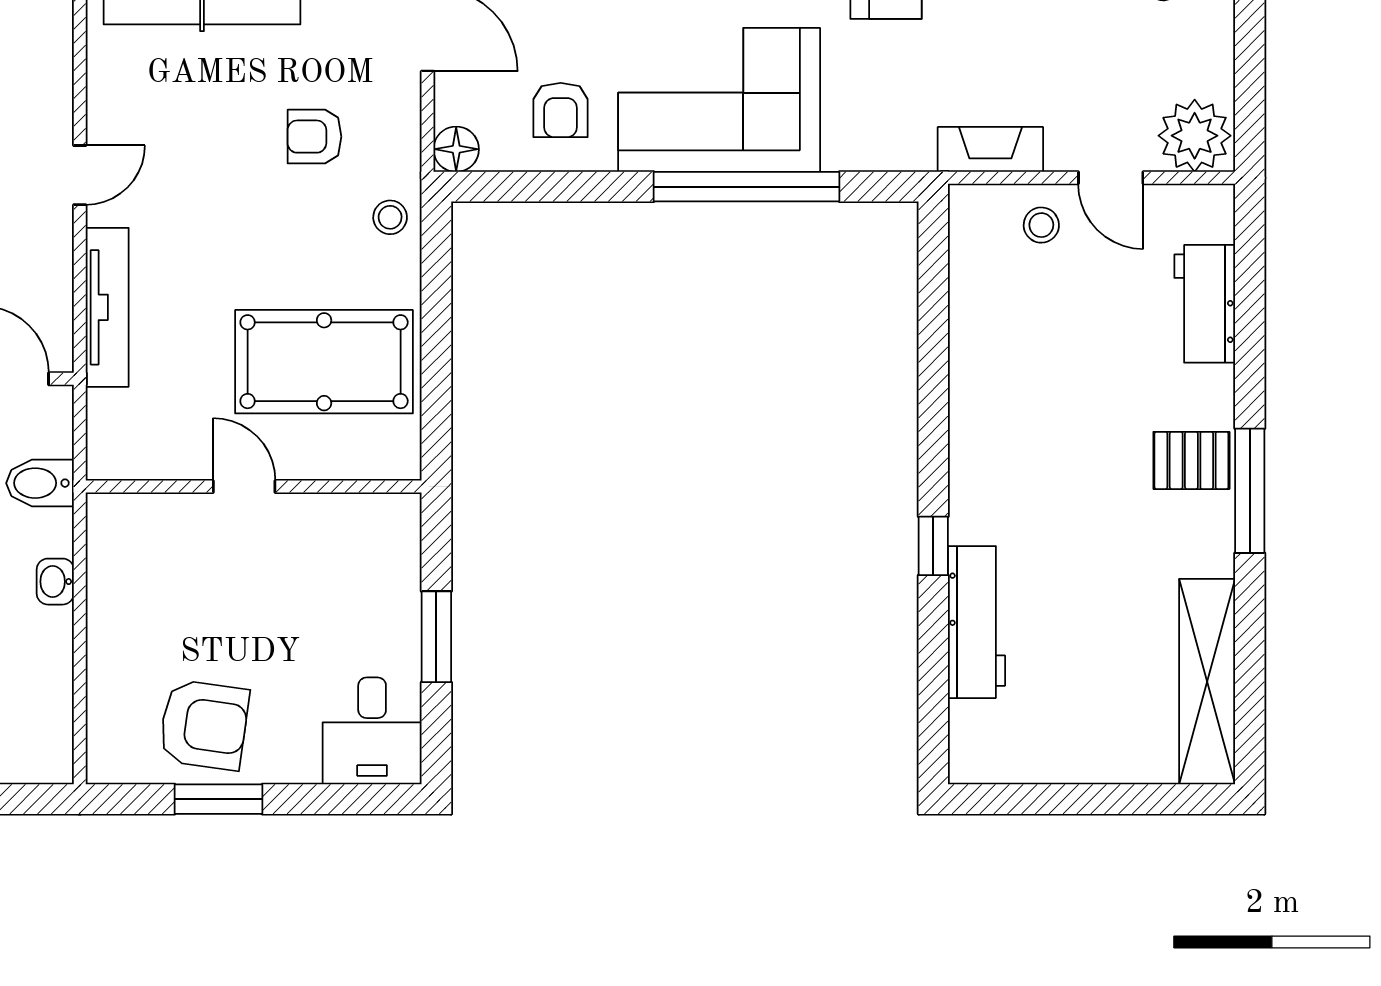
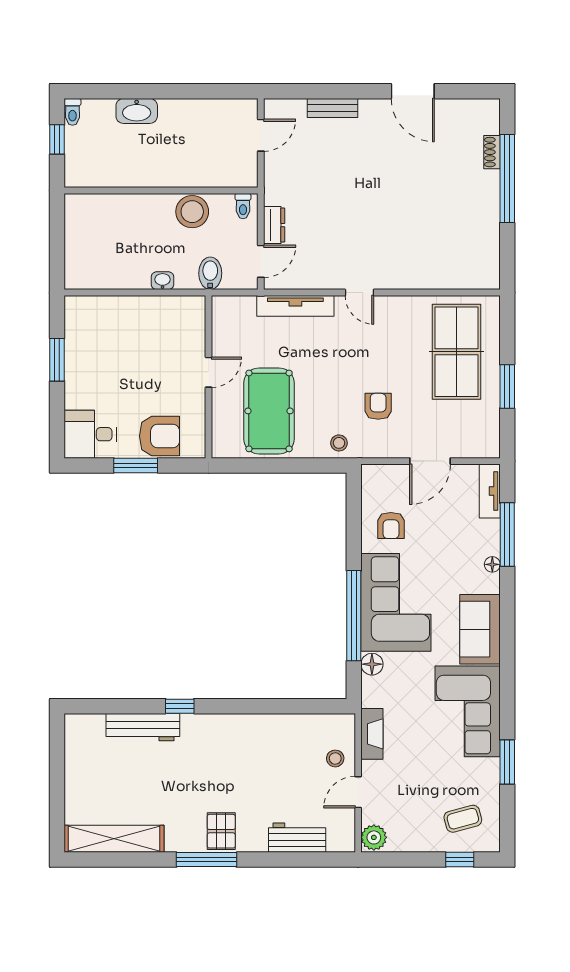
armchair: (561, 110) -> (391, 526), turned -90
plant: (1195, 136) -> (374, 837), width x0.73, depth x0.73
floor lamp: (456, 149) -> (372, 664), moved
armchair: (204, 725) -> (160, 436), moved, turned -98

